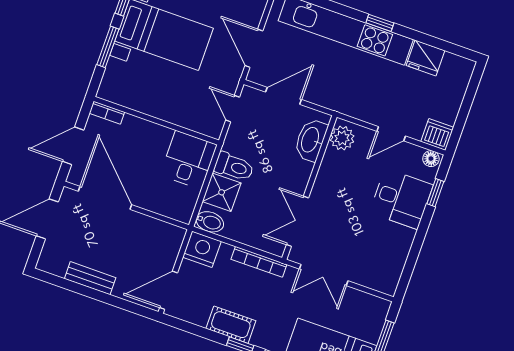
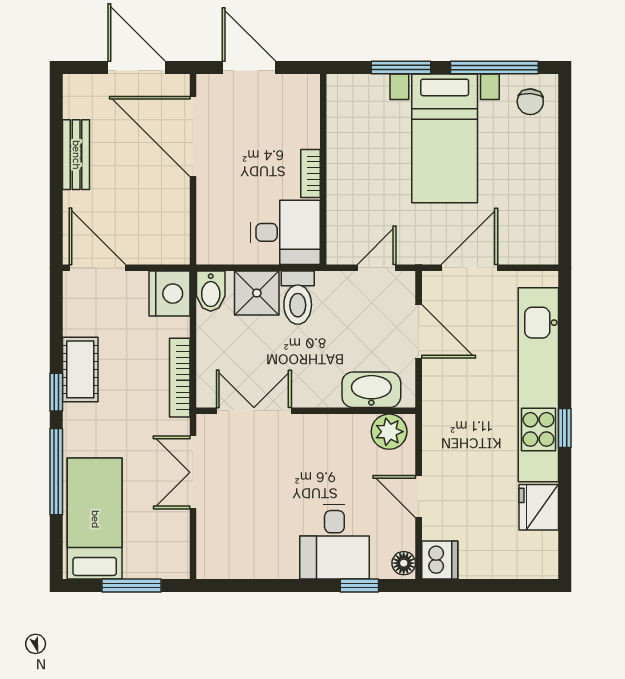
bookcase: (107, 113) -> (310, 174), moved
door: (105, 198) -> (193, 136), swing flipped

